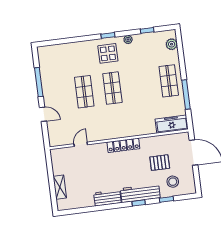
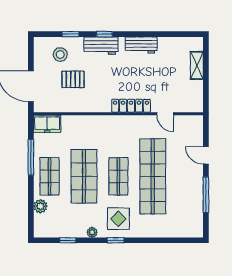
plant: (172, 44) -> (40, 206), moved
shop shelf: (141, 84) -> (84, 176), added
shop shelf: (84, 92) -> (153, 176), width x2.00, depth x1.36
freezer: (172, 124) -> (47, 124), width x0.71
door: (81, 144) -> (165, 114), hinge flipped
locker: (123, 145) -> (131, 106), moved
workbench: (140, 193) -> (101, 46), width x0.73

